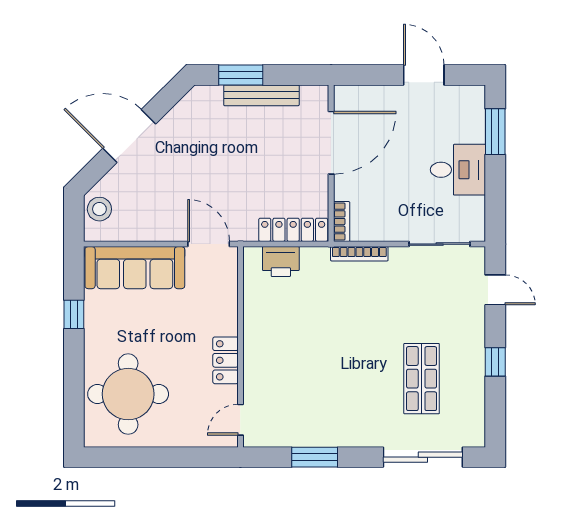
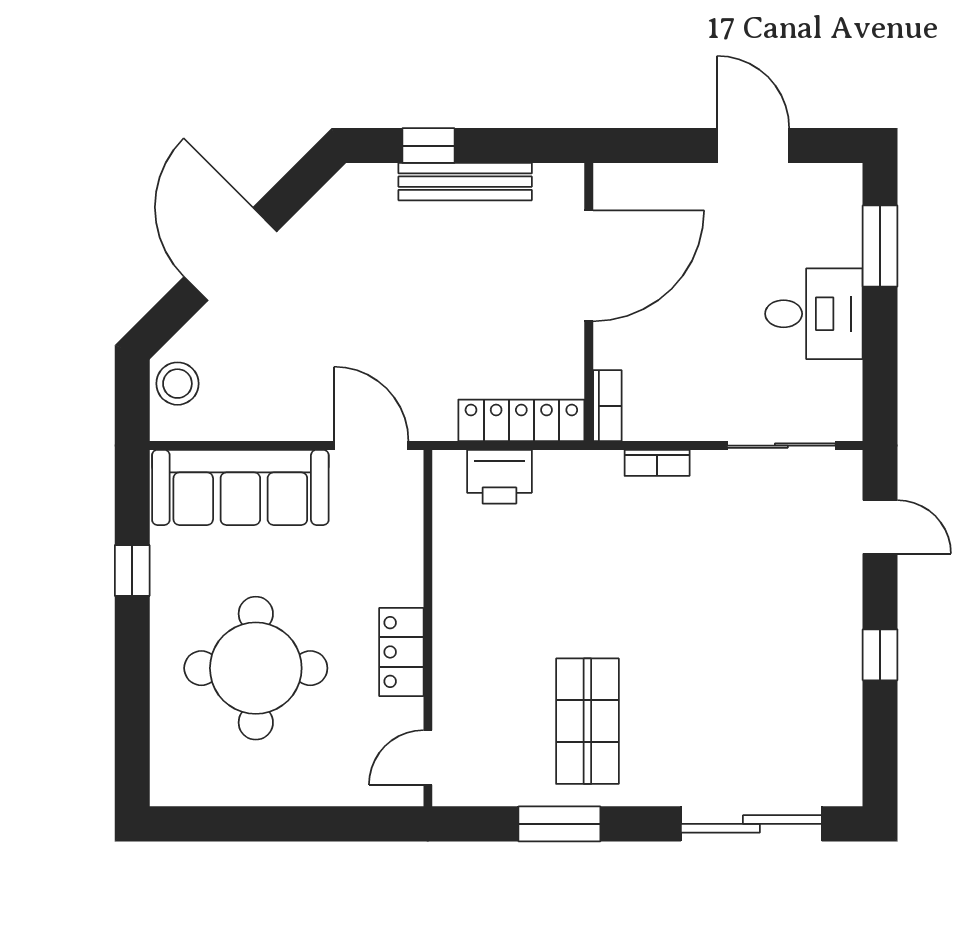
window: (241, 75) -> (428, 146), width x0.67
door: (129, 136) -> (230, 254), hinge flipped
bookcase: (359, 254) -> (657, 463), width x0.64
shop shelf: (422, 379) -> (587, 721), moved
round table: (128, 394) -> (256, 668), moved

